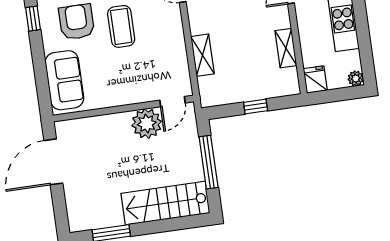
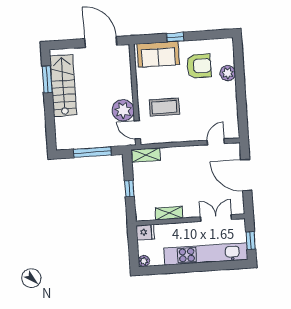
window: (33, 19) -> (175, 37), moved
coffee table: (121, 26) -> (164, 107), moved
shelving: (202, 55) -> (146, 155), moved
stairs: (165, 203) -> (63, 86), moved

